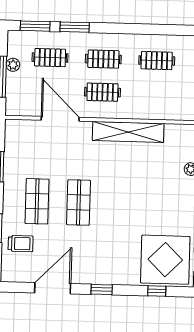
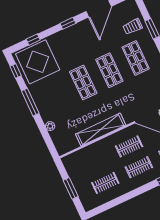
shop shelf: (120, 204) -> (83, 83), added

